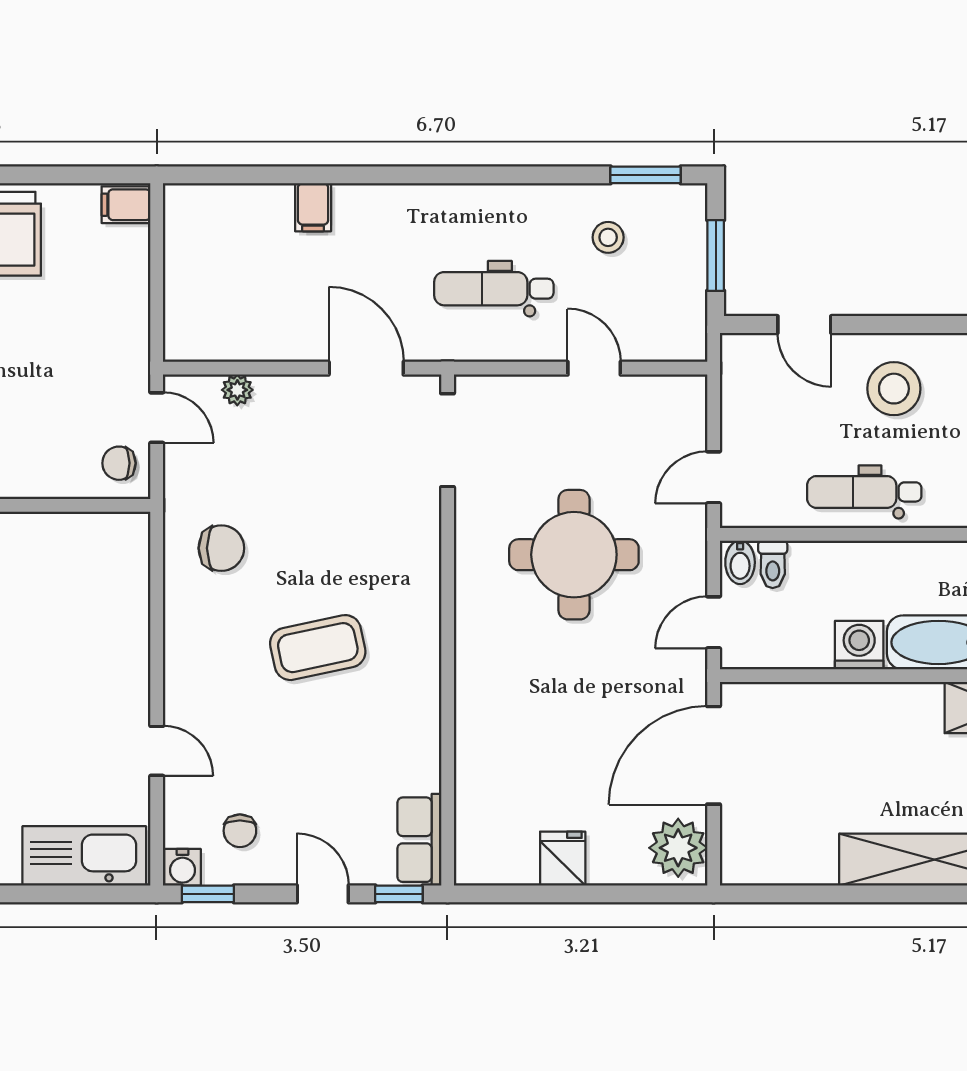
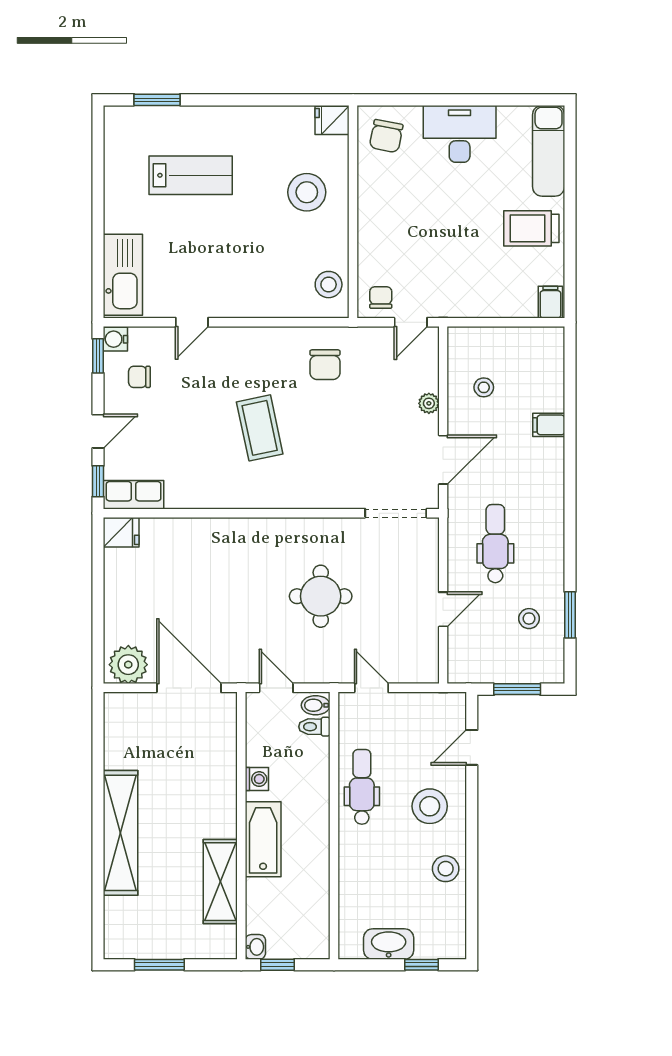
window: (646, 175) -> (570, 615), moved
stool: (256, 306) -> (484, 387), added
plant: (237, 390) -> (429, 403), moved
stool: (99, 543) -> (329, 285), added
round table: (574, 555) -> (321, 596), width x0.73, depth x0.73
washing machine: (859, 645) -> (257, 779), width x0.73, depth x0.73
fridge: (563, 859) -> (121, 532), moved

